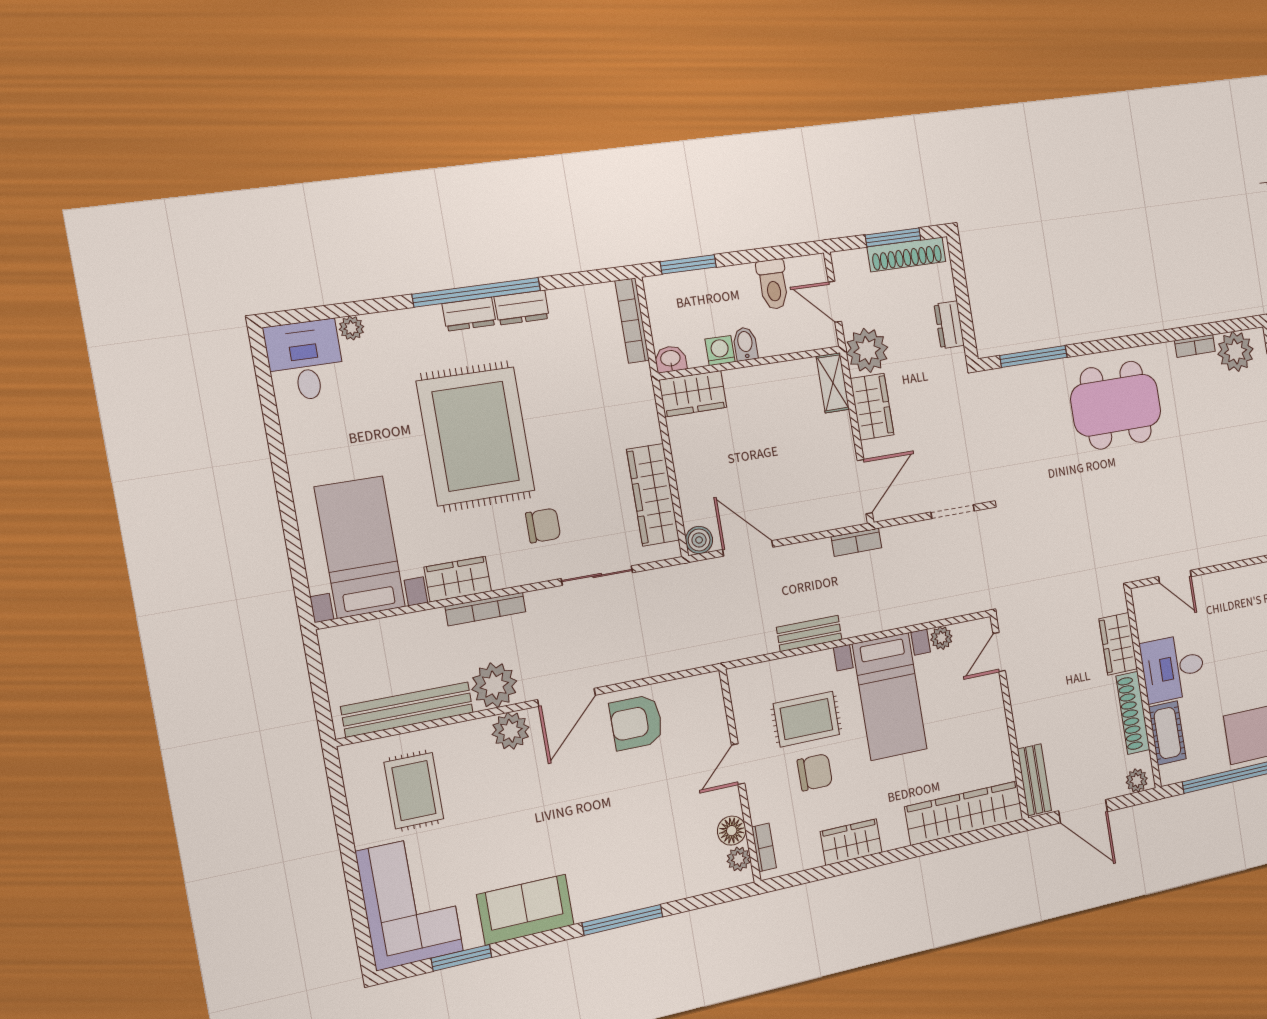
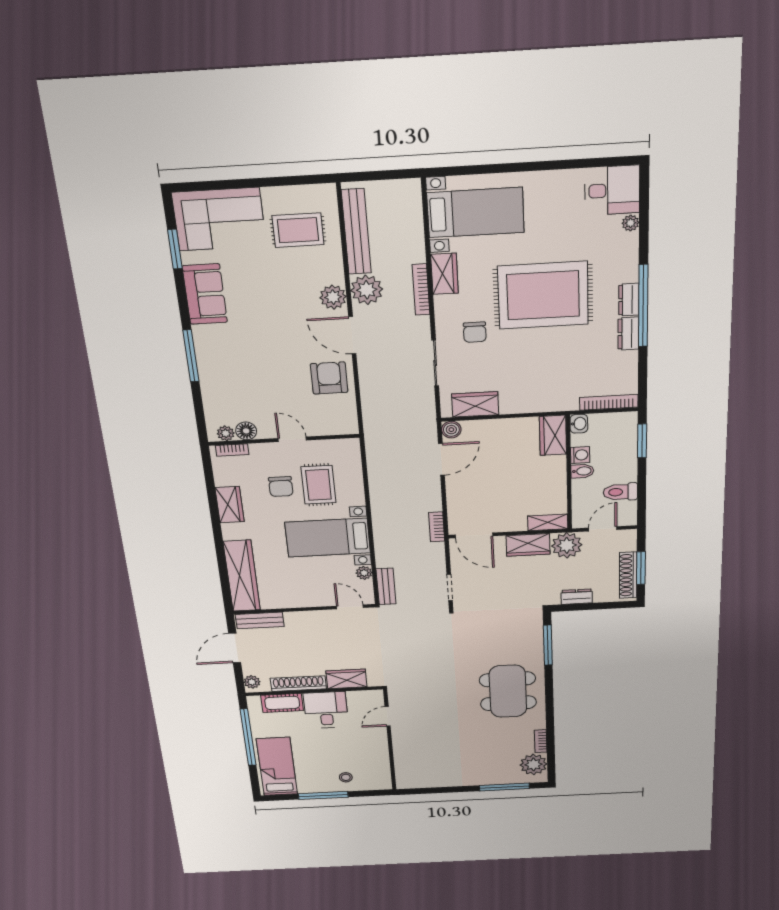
wardrobe: (653, 495) -> (475, 404), width x0.67
bench: (809, 633) -> (386, 586), moved

